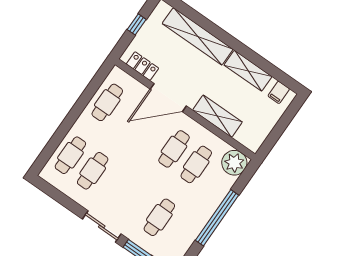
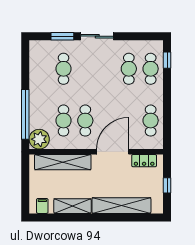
shelving: (217, 116) -> (63, 162), width x1.47
window: (47, 152) -> (167, 60), added
window: (217, 218) -> (25, 114), moved

